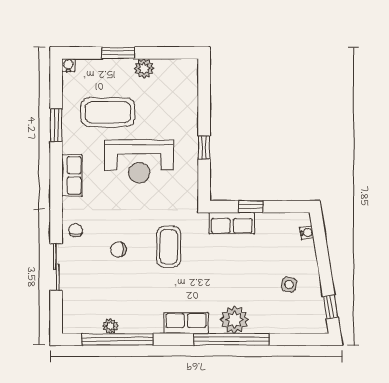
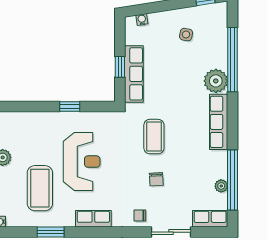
row of seats: (232, 223) -> (134, 74), width x1.48
coffee table: (169, 247) -> (154, 137), turned 90
row of seats: (72, 313) -> (210, 219), added
row of seats: (186, 323) -> (219, 122), width x1.48
window: (232, 339) -> (233, 60), moved

